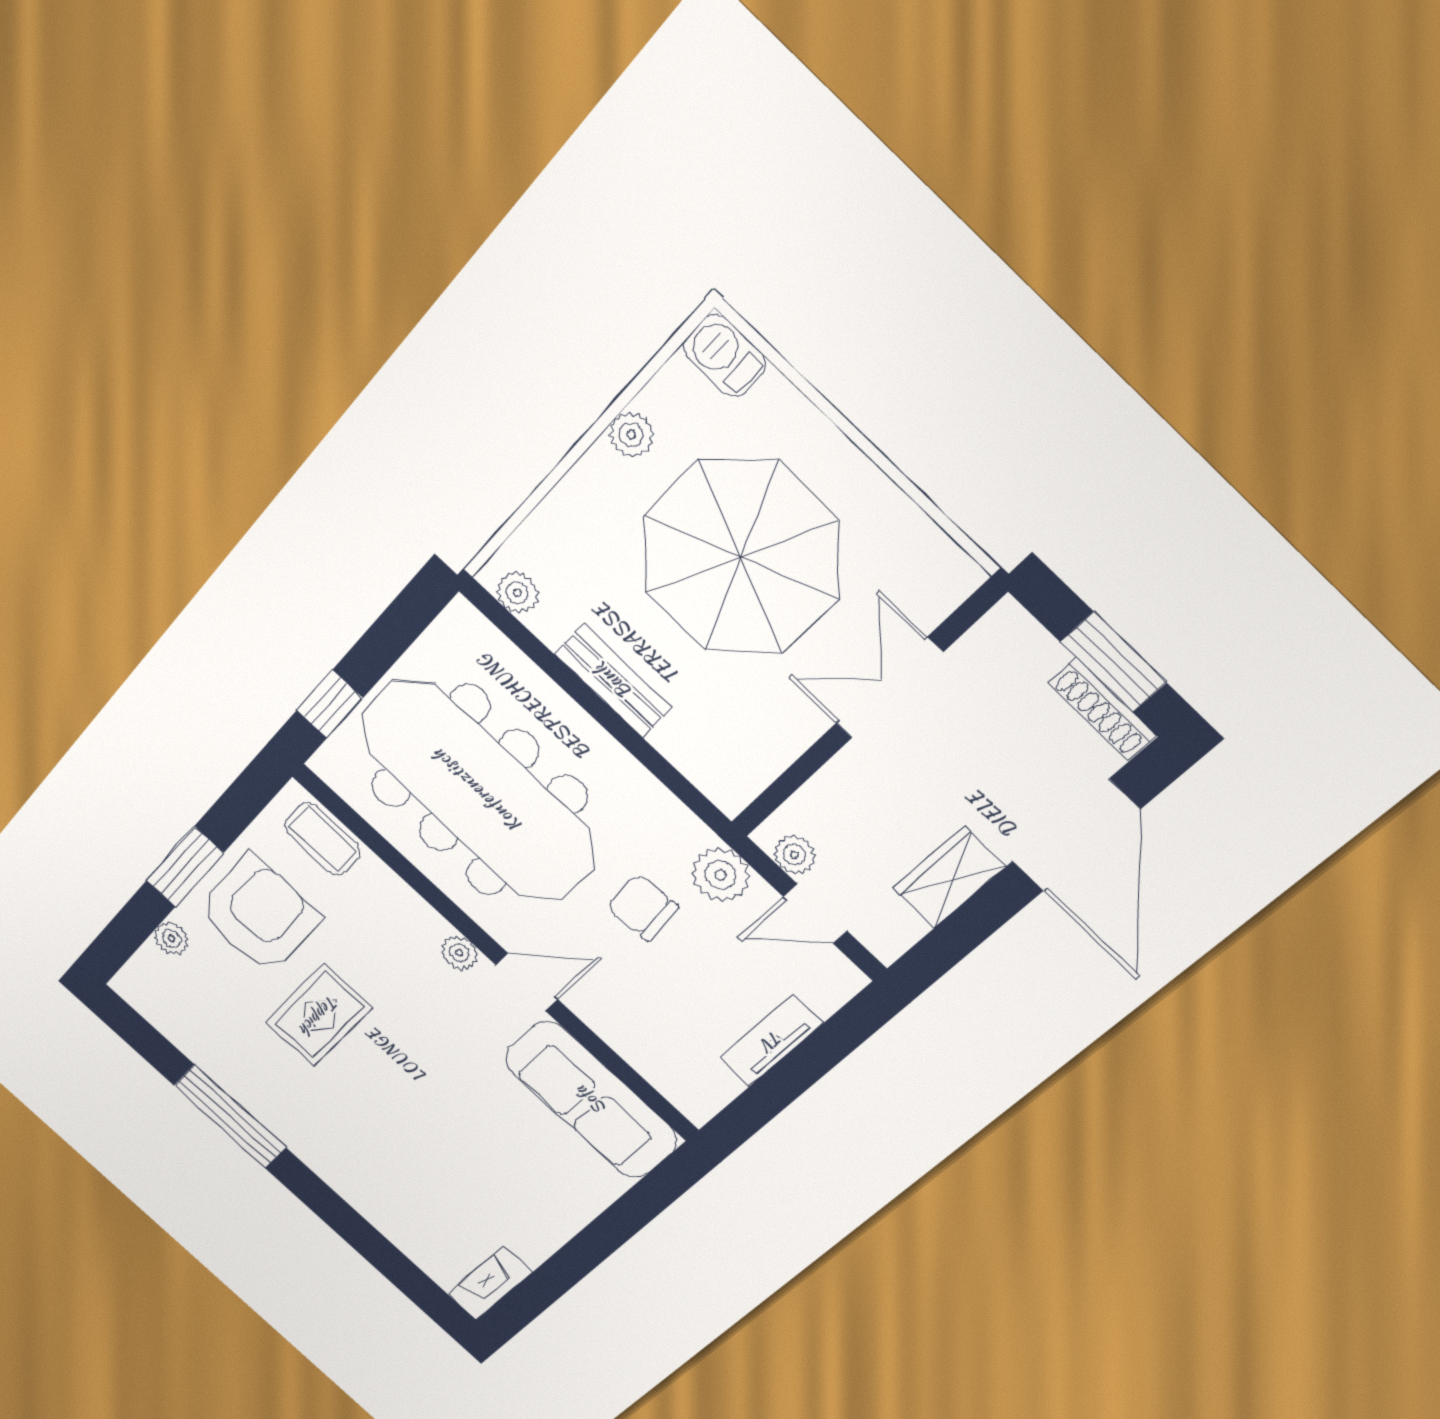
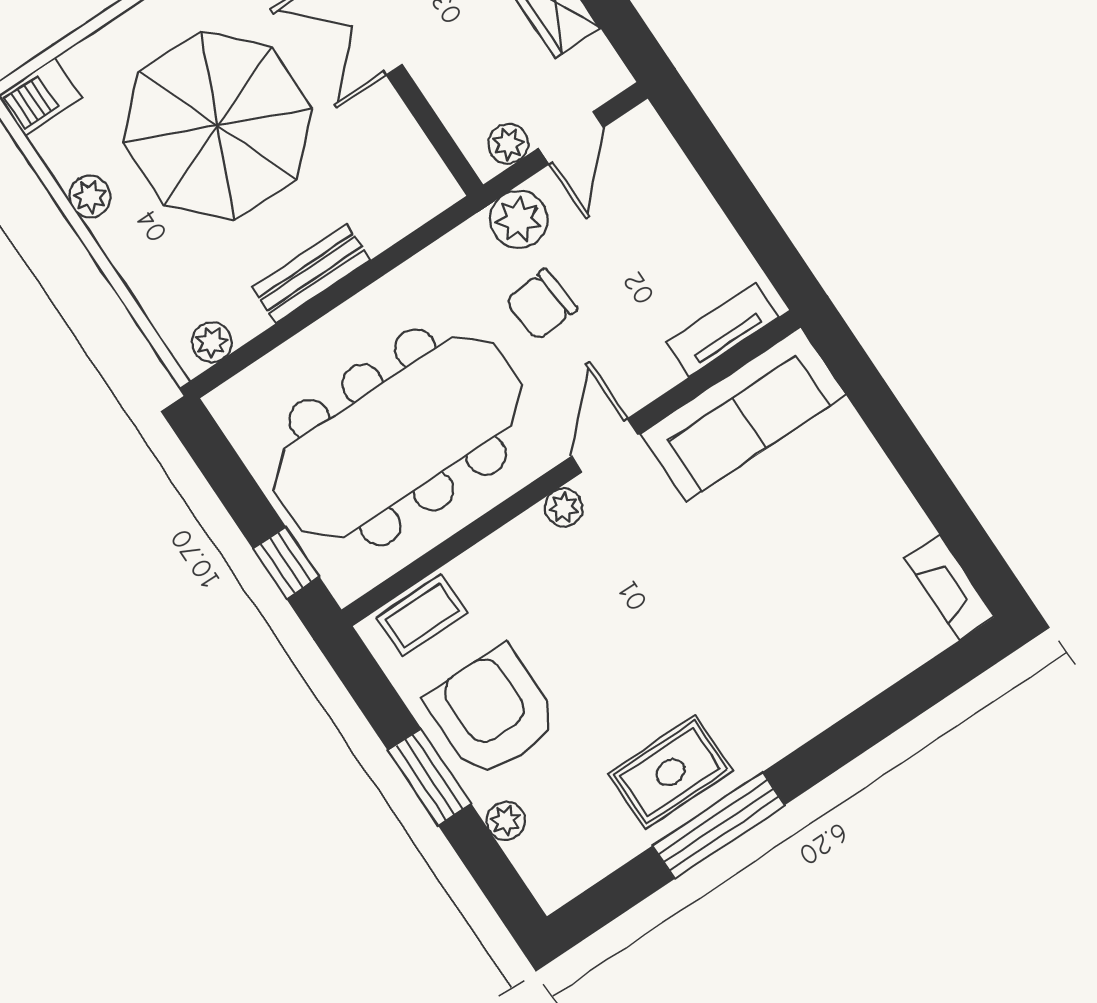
rug: (319, 1015) -> (670, 772), moved, turned 90
tv unit: (771, 1041) -> (722, 330), moved, turned 90

